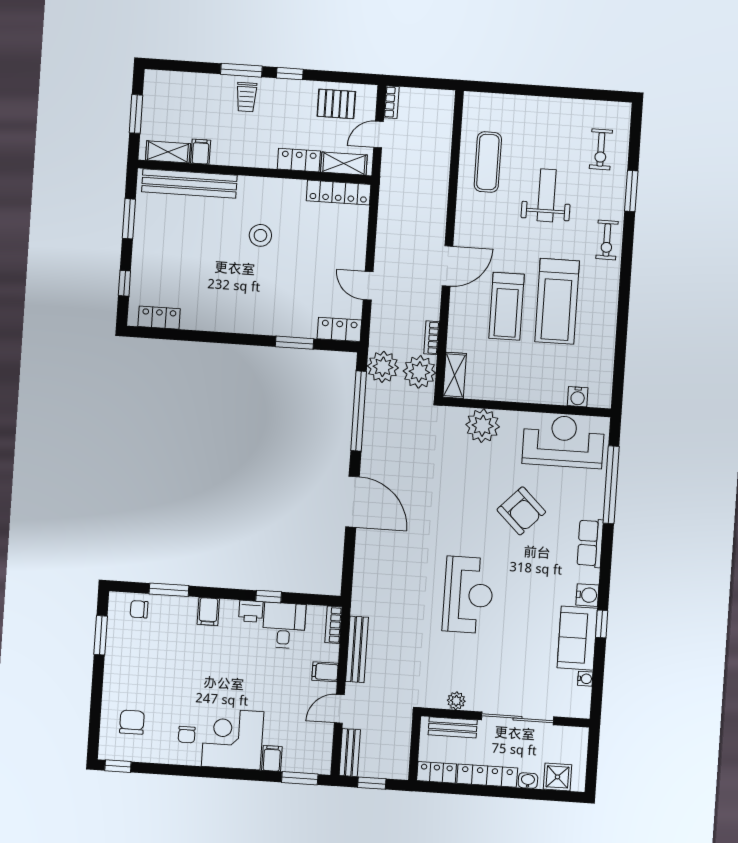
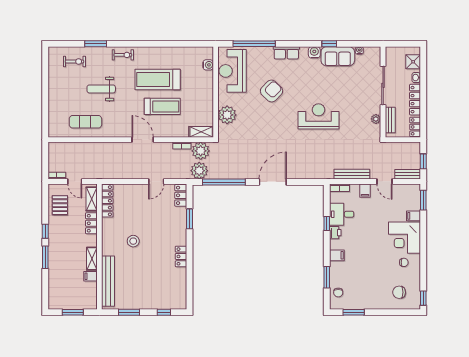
trolley: (246, 97) -> (59, 254), removed
shelving: (168, 152) -> (92, 259), moved
treadmill: (557, 301) -> (158, 79), turned 180
locker: (159, 318) -> (181, 256), moved

